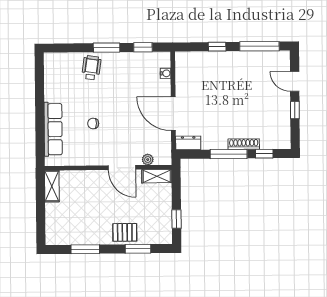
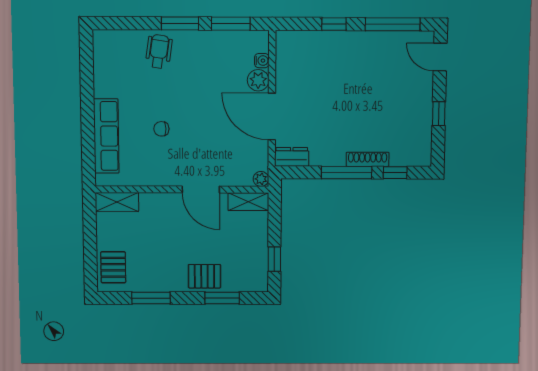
window: (143, 47) -> (231, 24), width x1.50
door: (295, 81) -> (440, 57), moved
plant: (163, 88) -> (258, 80), added
plant: (148, 160) -> (261, 179), moved
shelving: (52, 186) -> (117, 202), moved, turned 90
pallet: (57, 226) -> (113, 267), added

